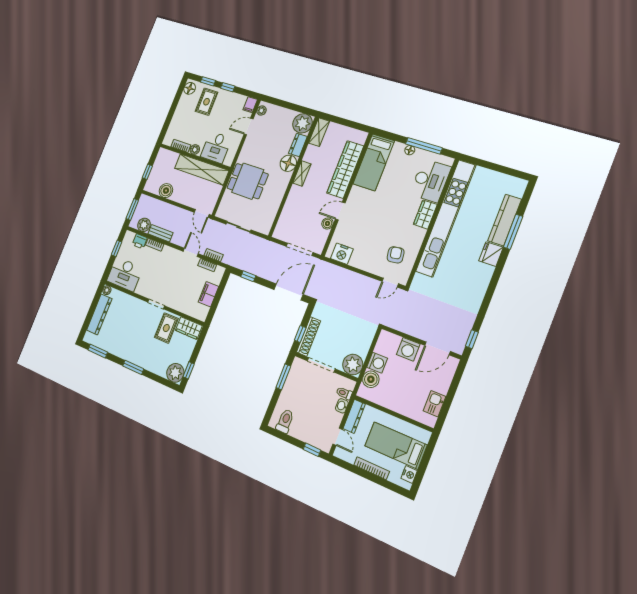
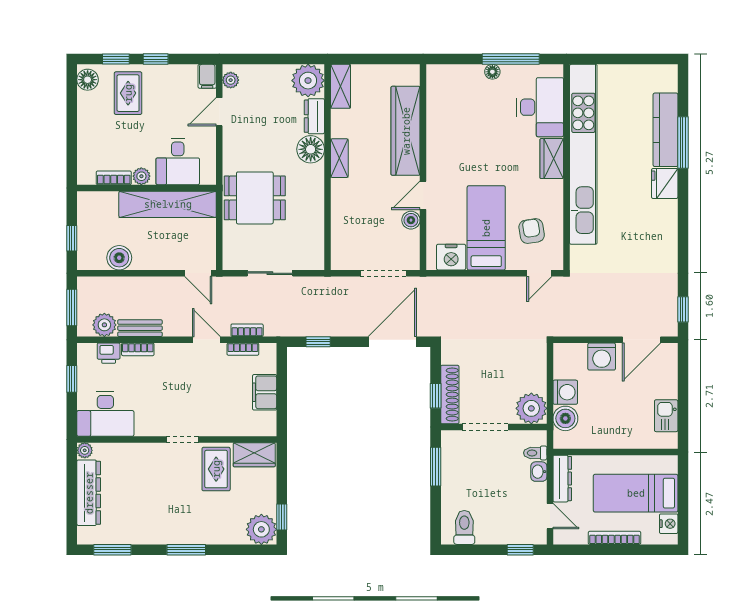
bed: (374, 162) -> (486, 228), moved, turned 180

